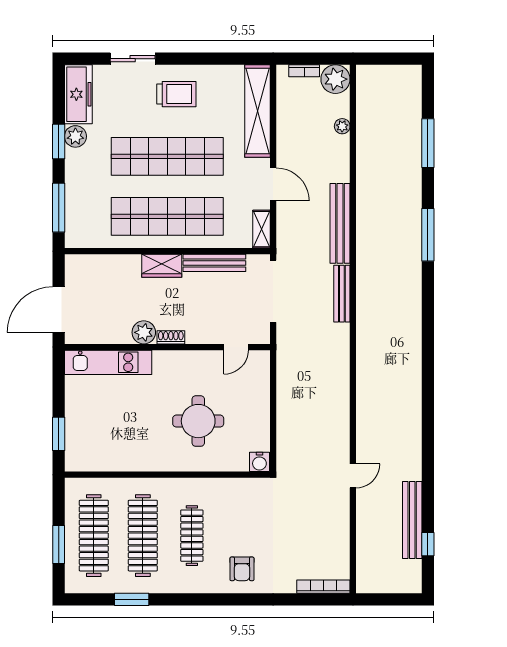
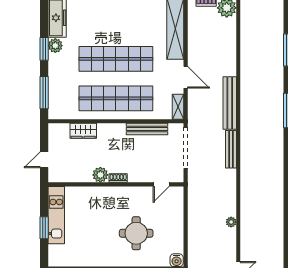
trolley: (176, 94) -> (122, 18), removed
plant: (342, 126) -> (231, 222), moved
wardrobe: (162, 266) -> (83, 131), moved
door: (59, 310) -> (44, 160), width x0.53
kitchen unit: (108, 362) -> (56, 215), moved, turned -90
window: (59, 434) -> (44, 228), moved

